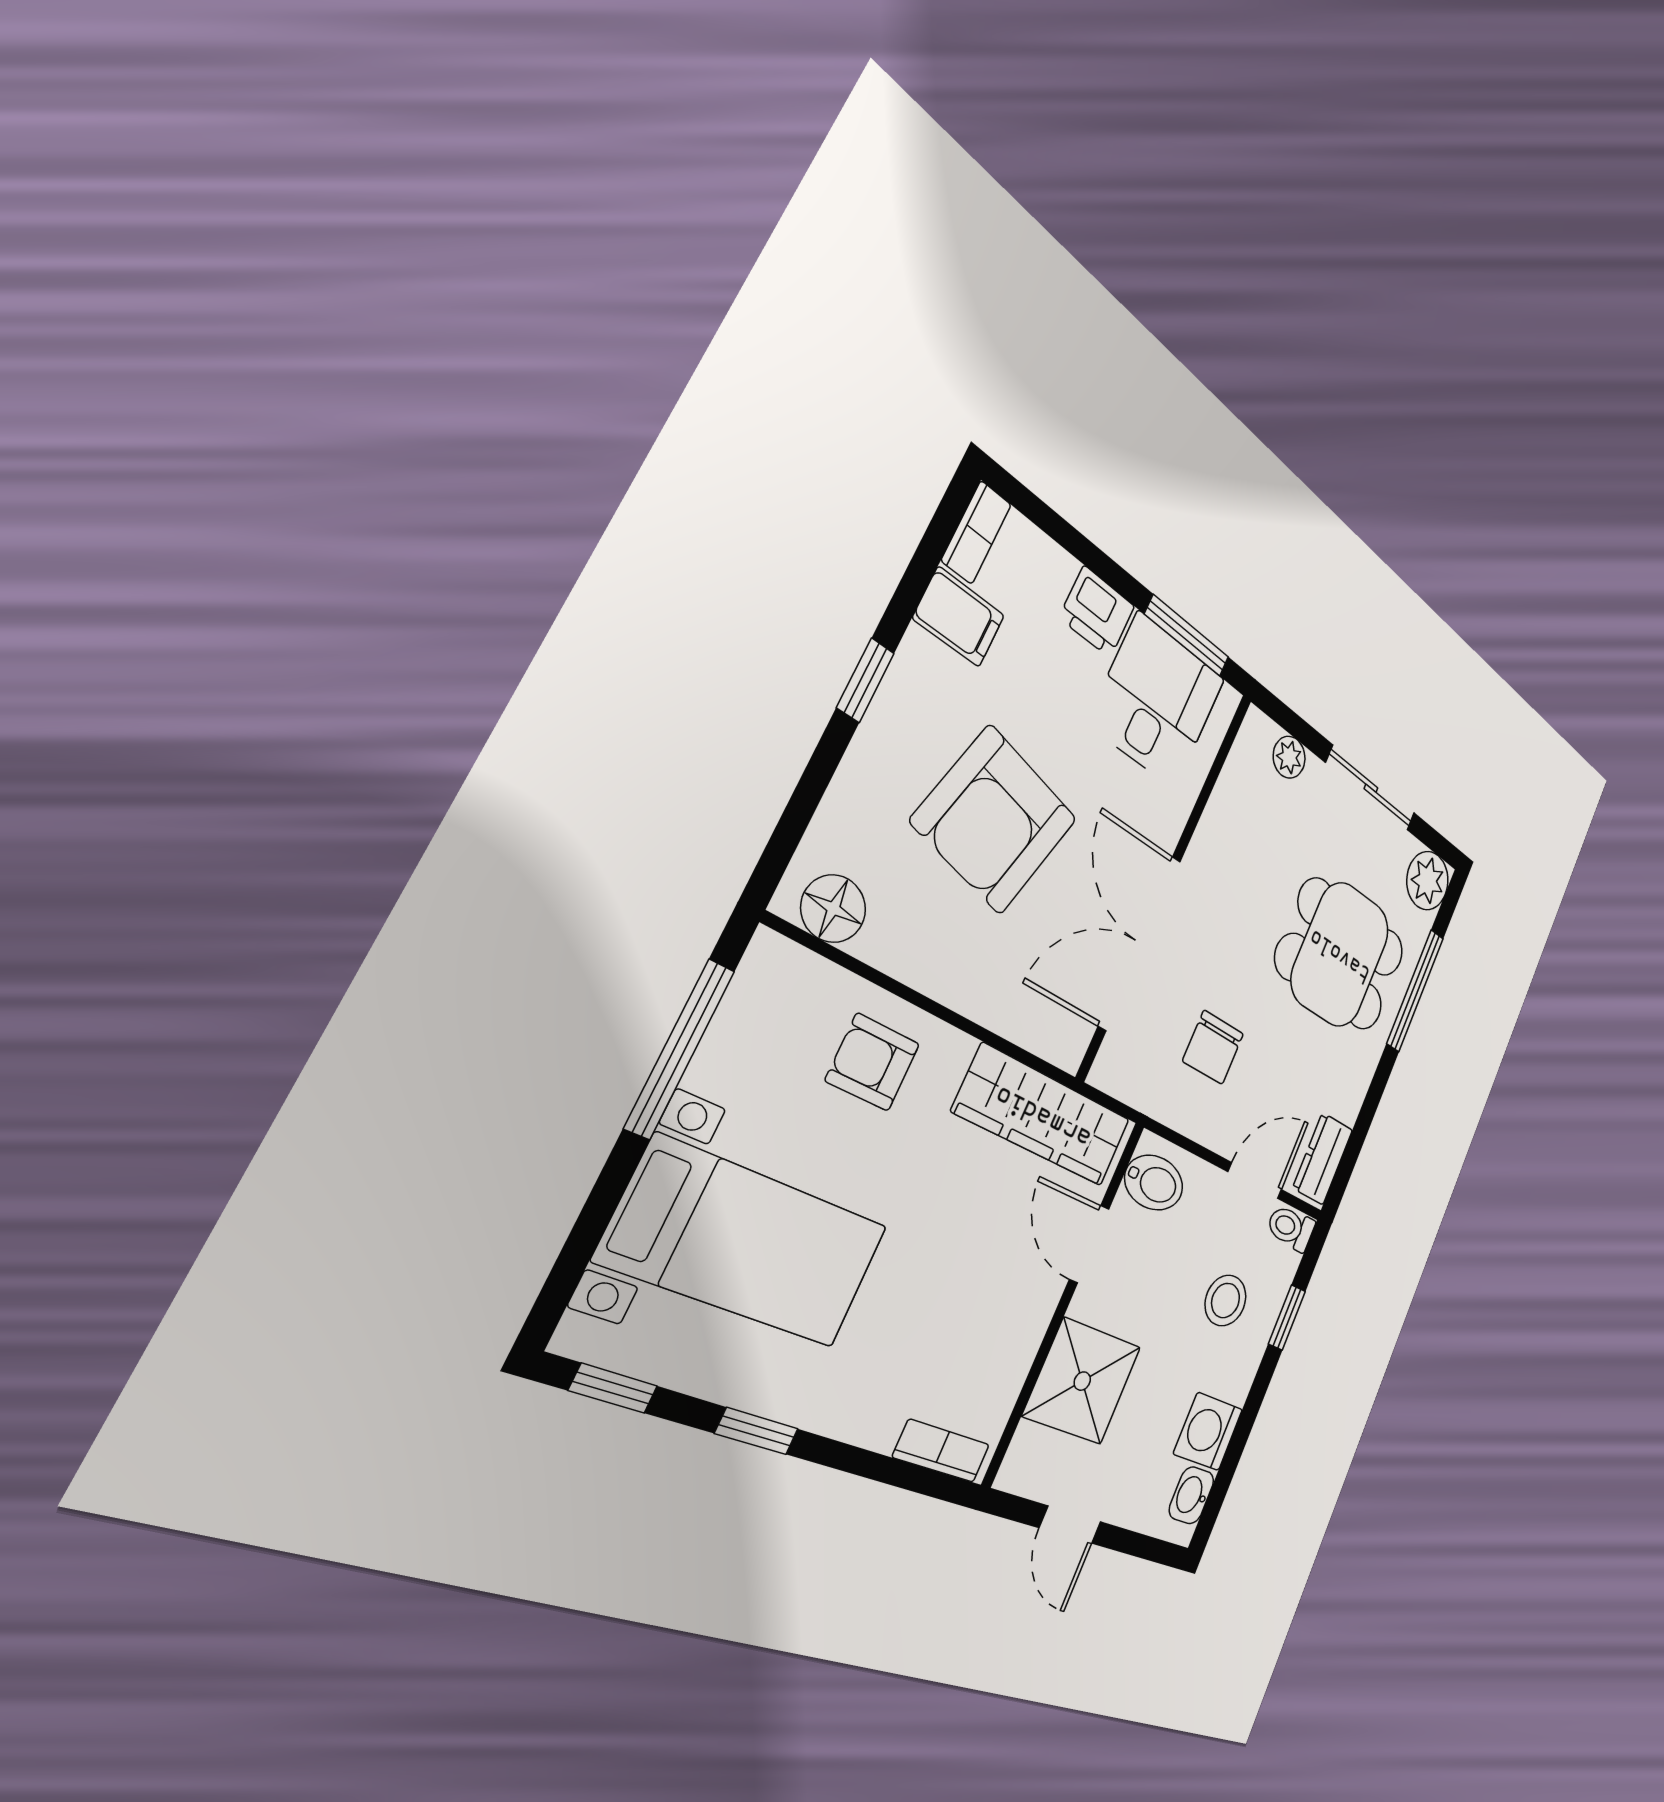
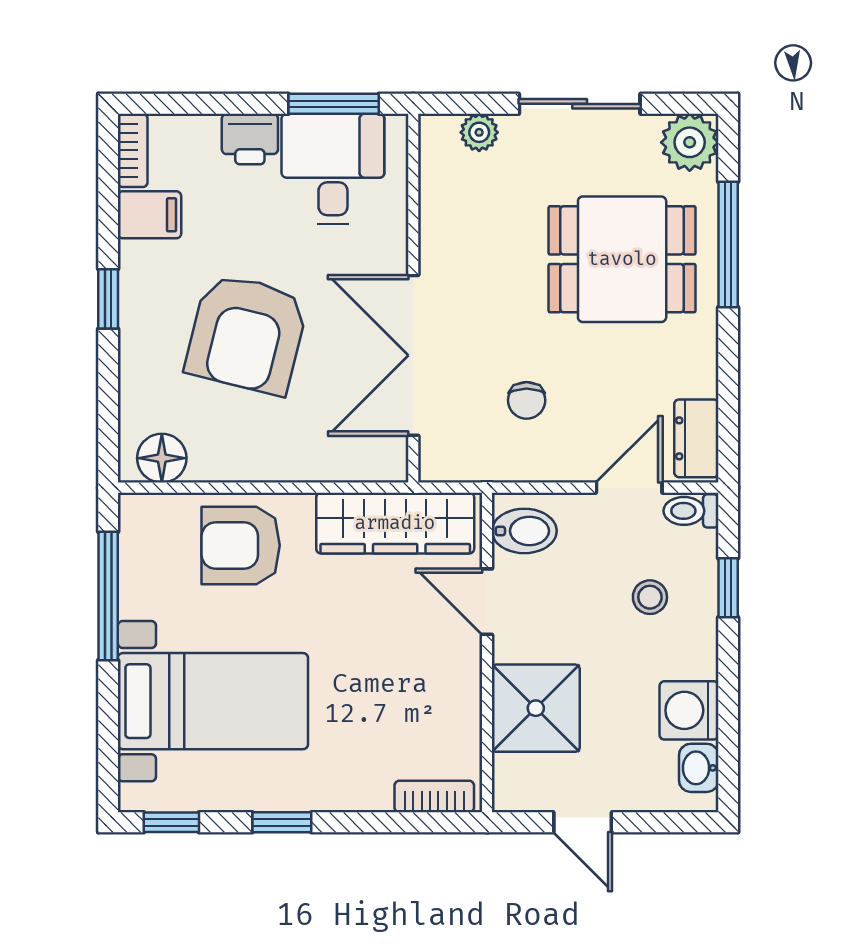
chair: (1213, 1047) -> (527, 400), width x0.73, depth x0.73
armchair: (873, 1062) -> (241, 545), width x1.38, depth x1.38
stool: (1226, 1301) -> (650, 597), width x0.73, depth x0.73

